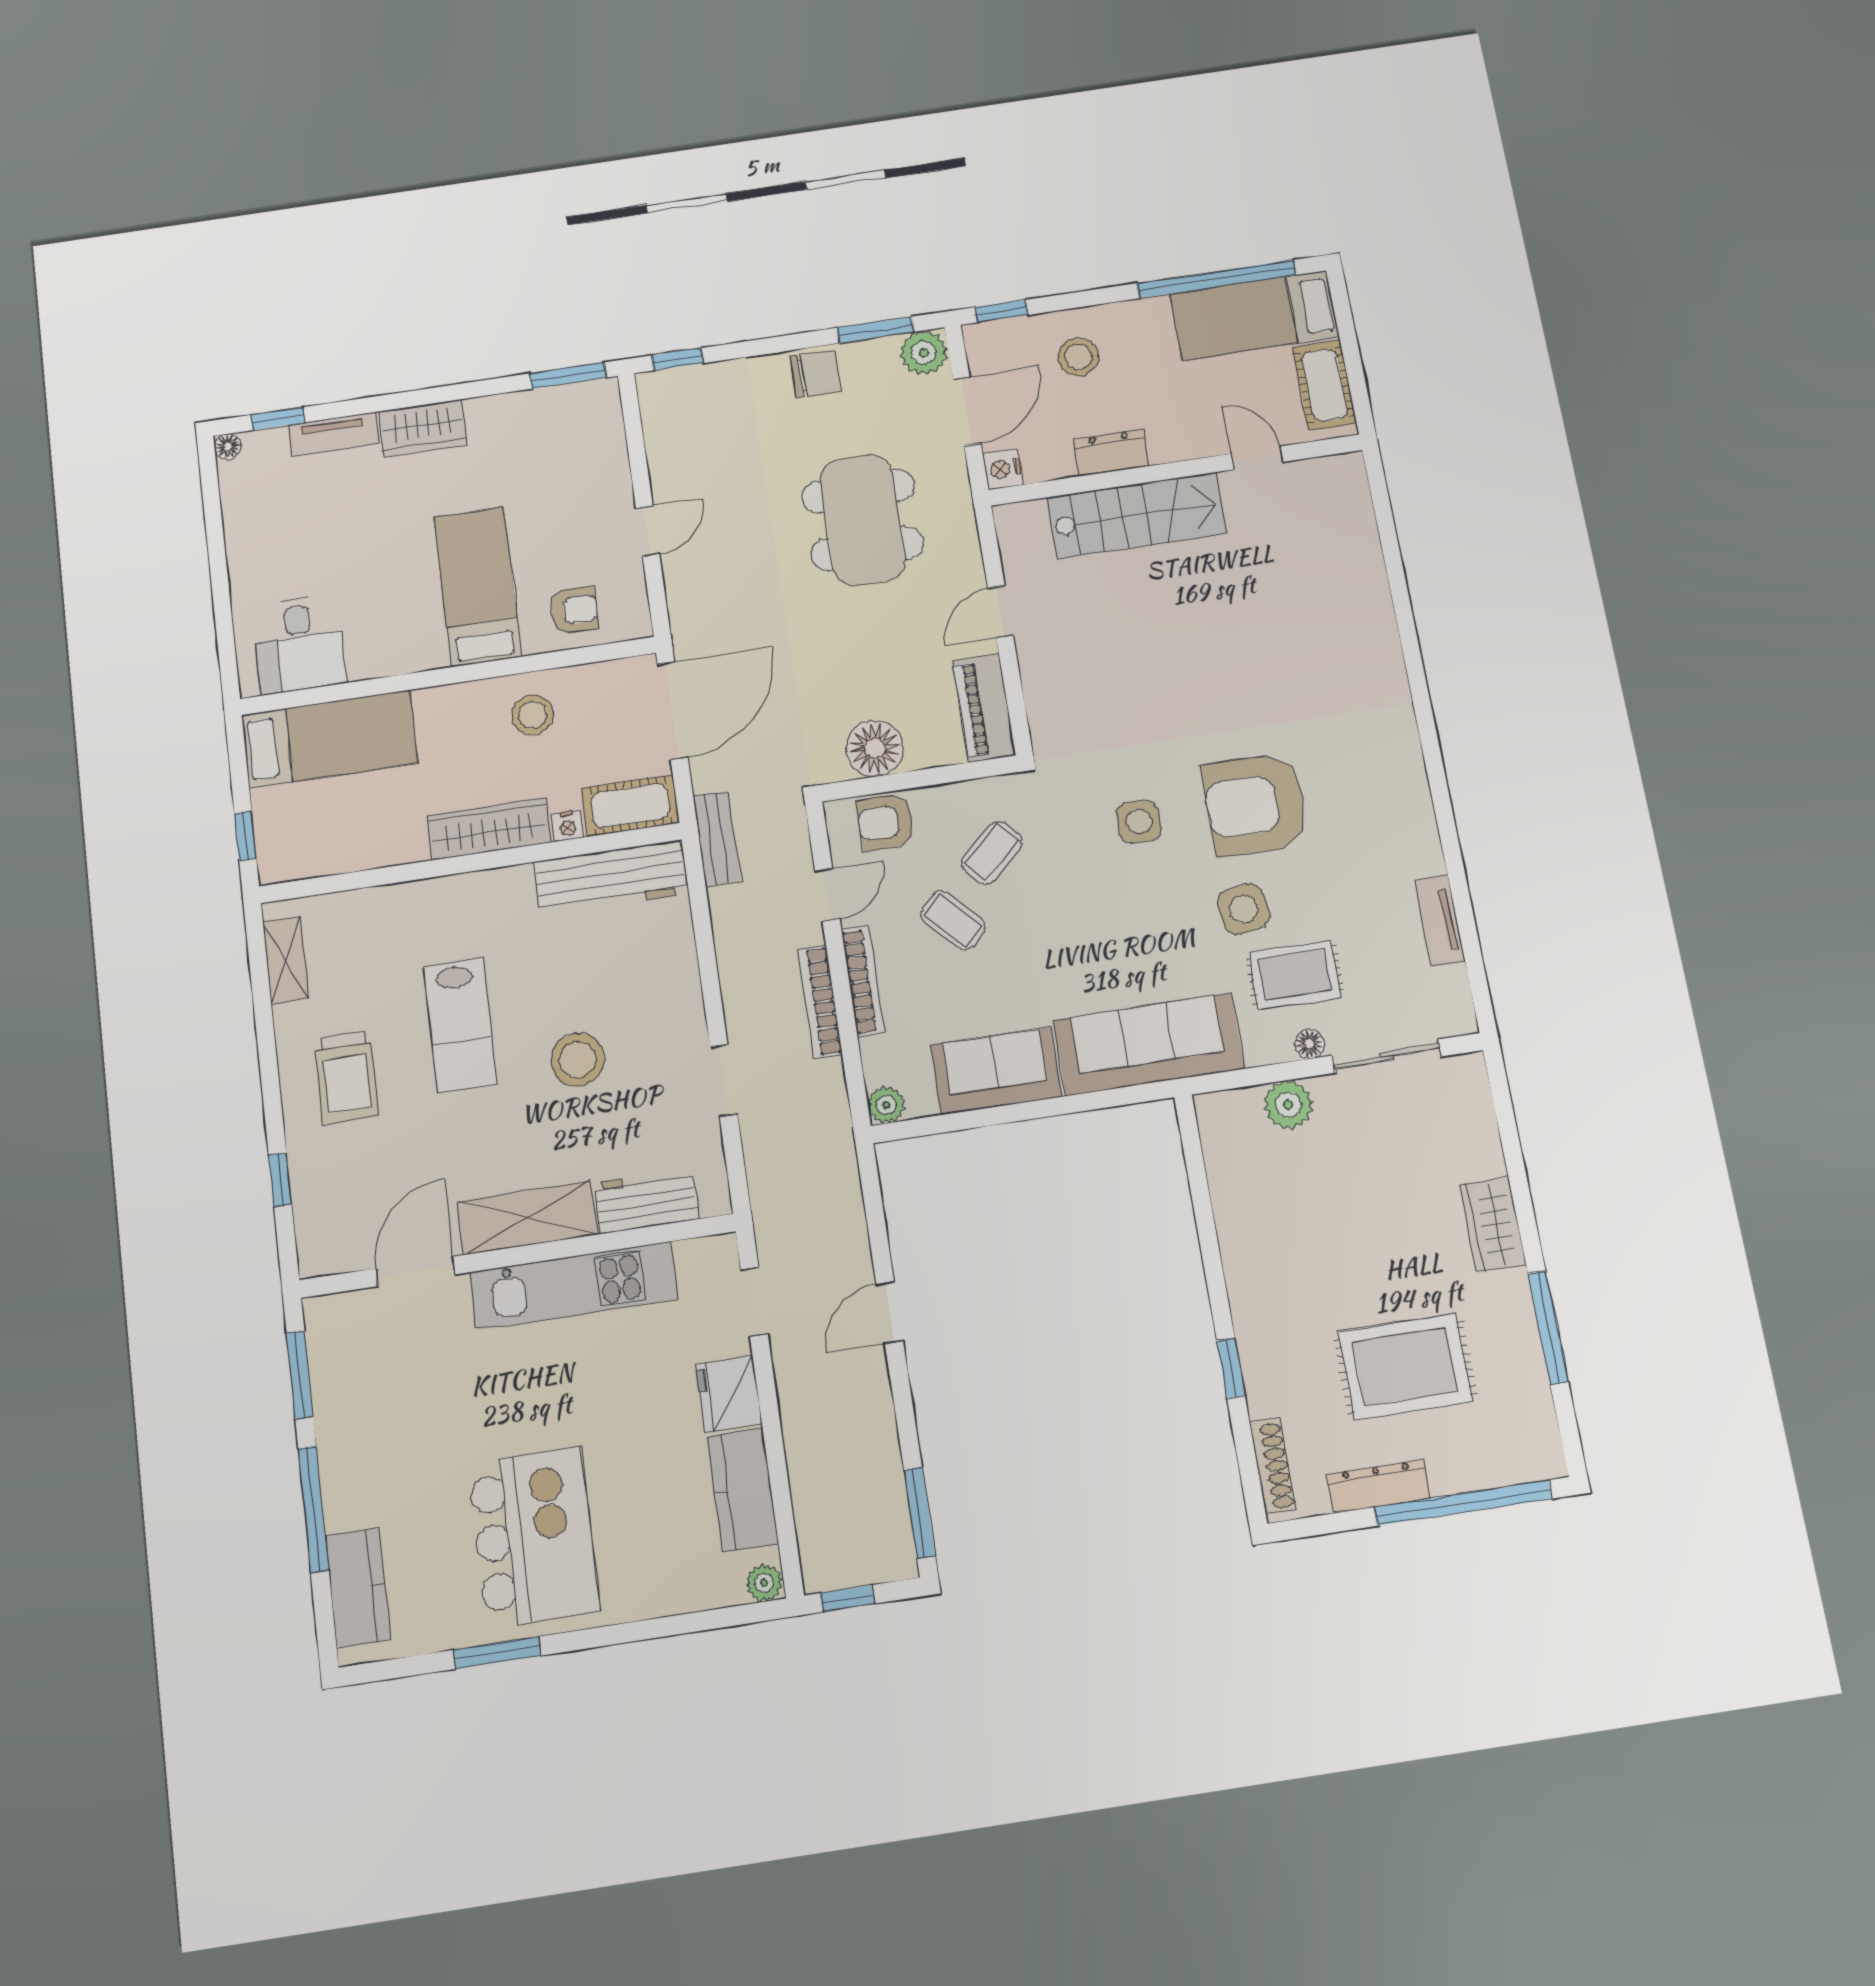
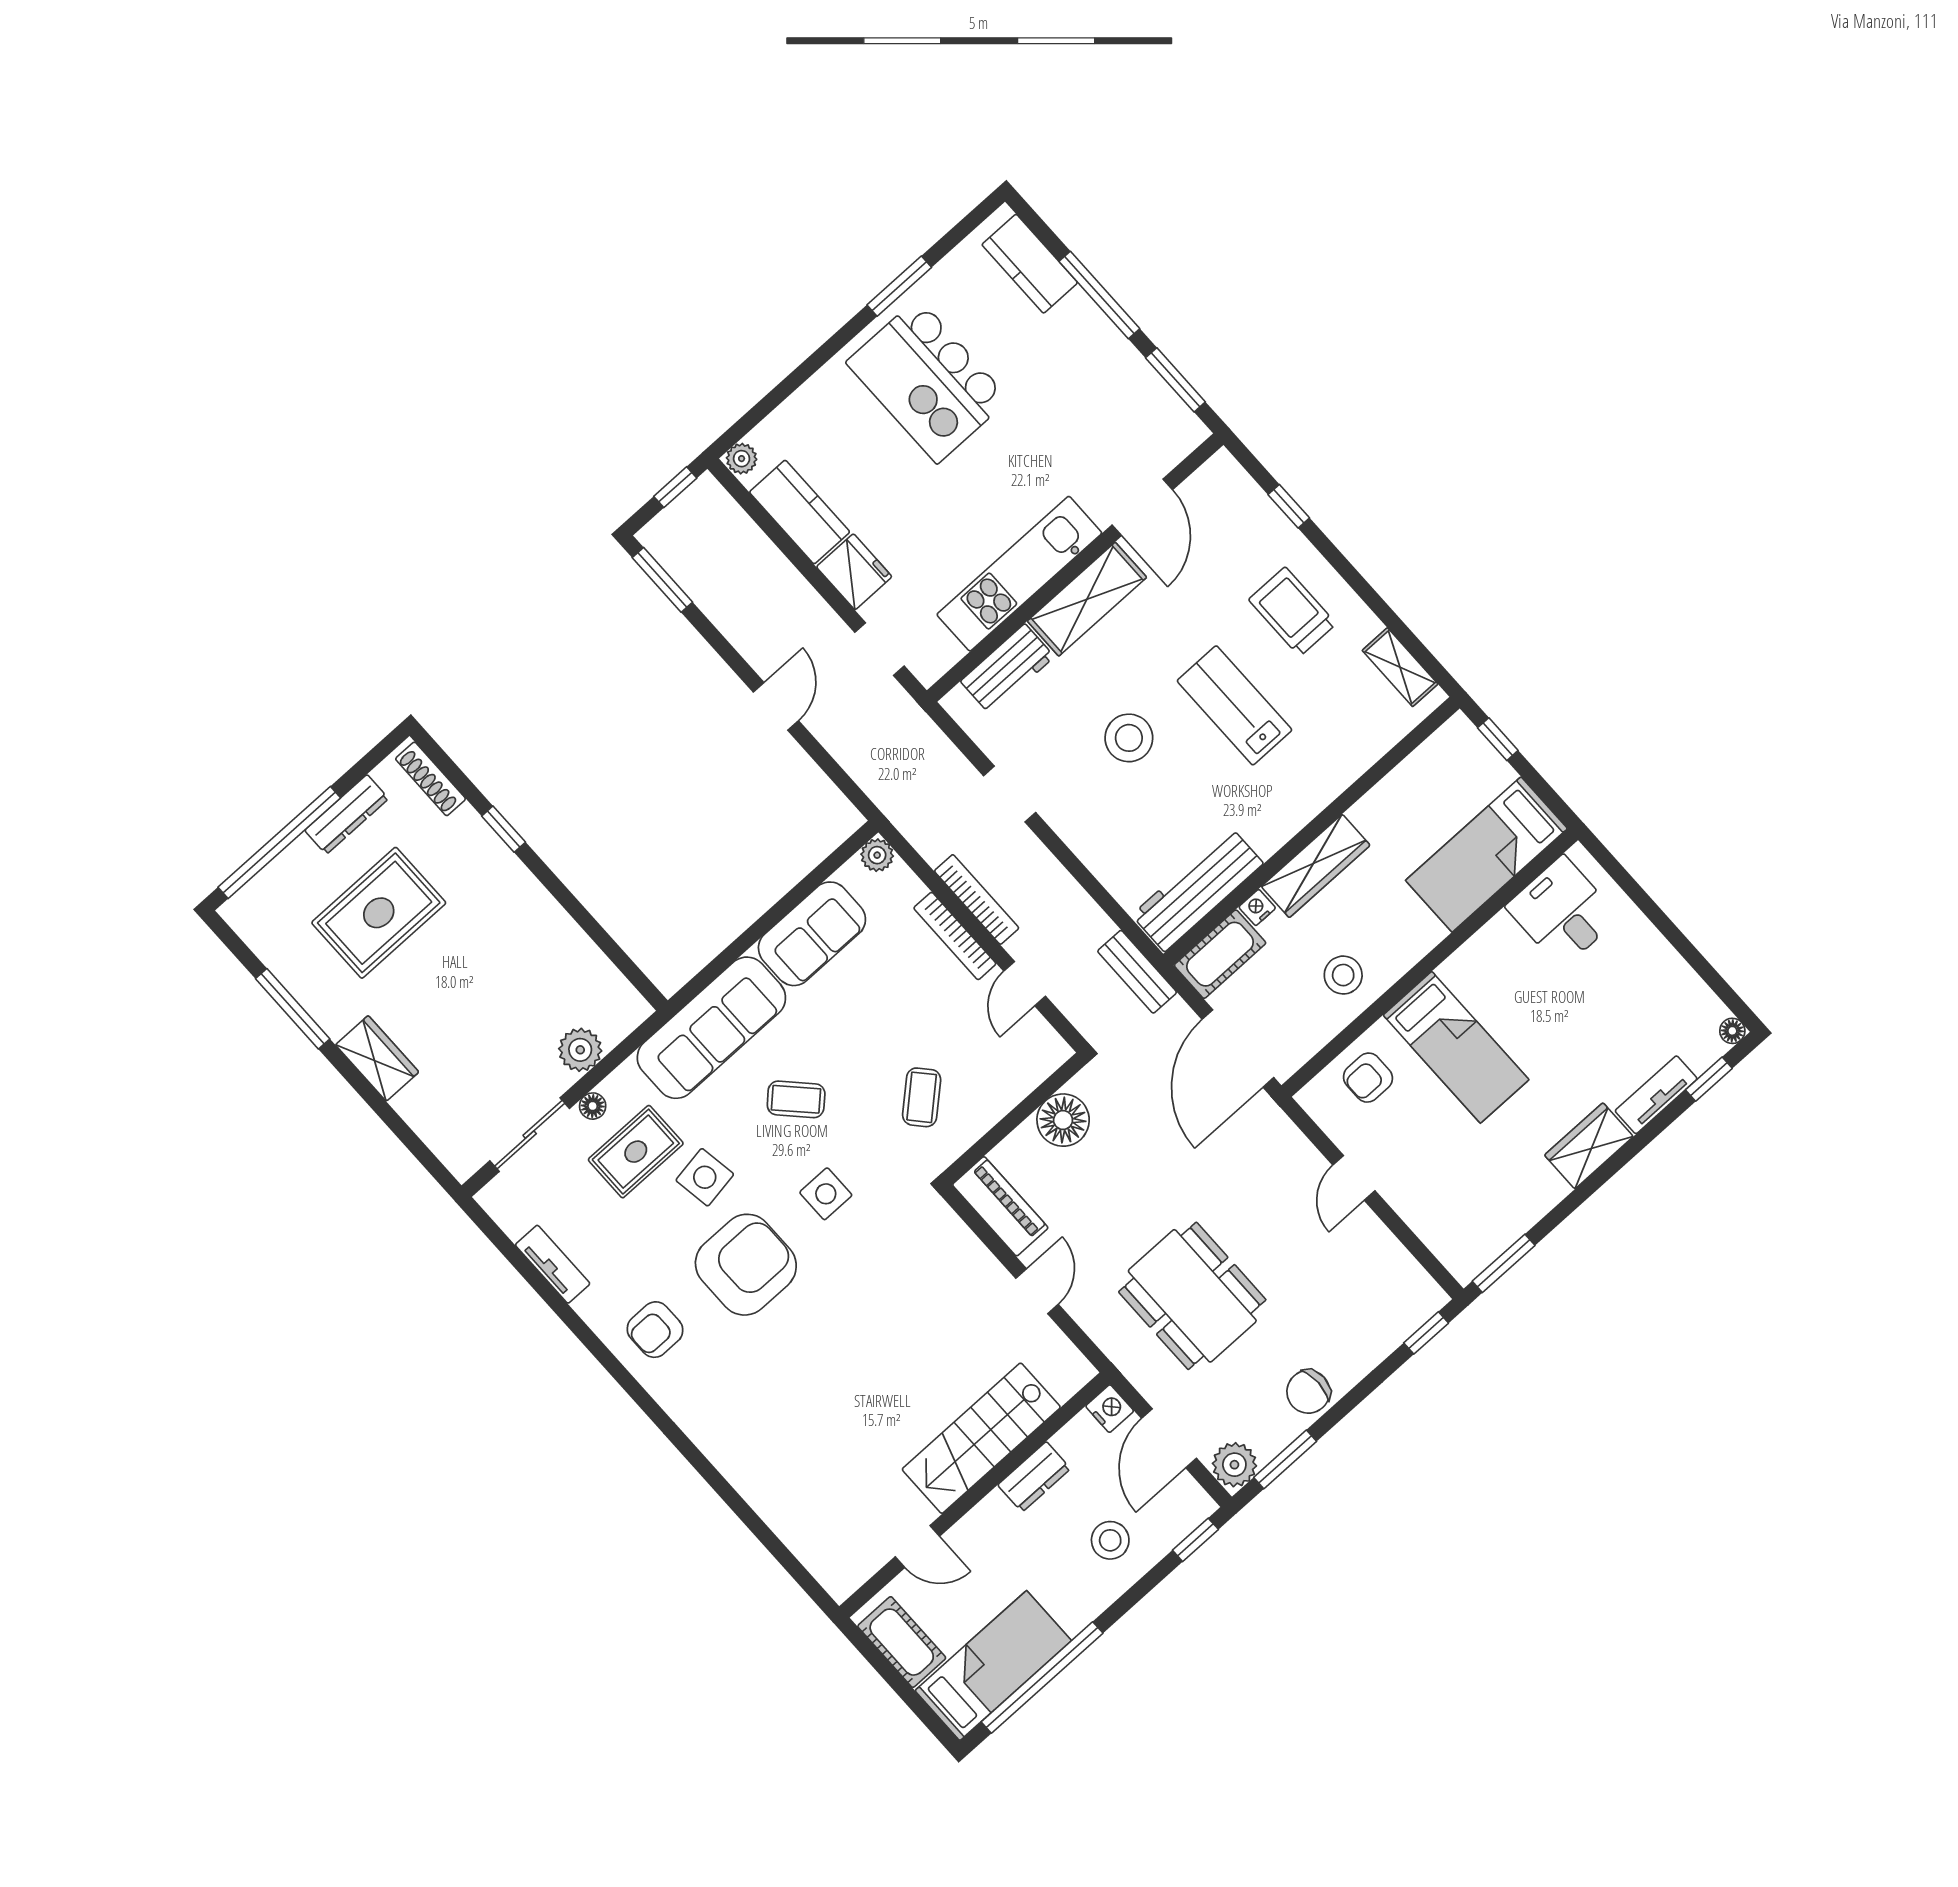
armchair: (886, 822) -> (655, 1330), moved, turned 180
coffee table: (953, 920) -> (796, 1099), moved

